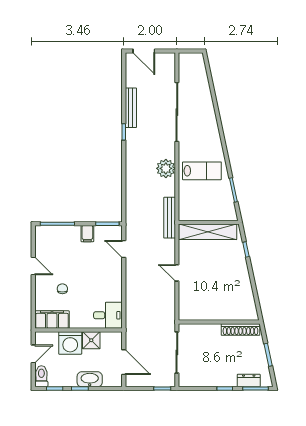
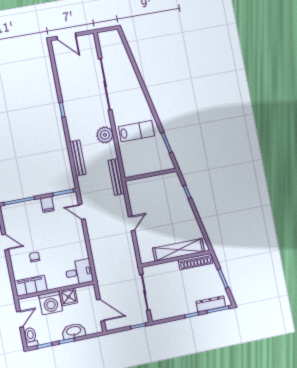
bench: (131, 108) -> (78, 158), moved
shelving: (208, 232) -> (179, 250), moved
door: (177, 273) -> (132, 223), swing flipped
dresser: (249, 381) -> (211, 304), width x1.44

